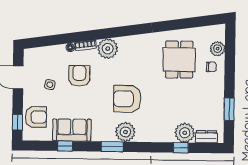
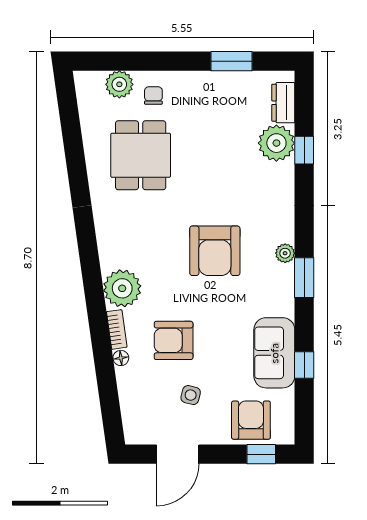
dining table: (179, 60) -> (141, 155), turned 90
plant: (125, 132) -> (285, 253), width x0.53, depth x0.53

